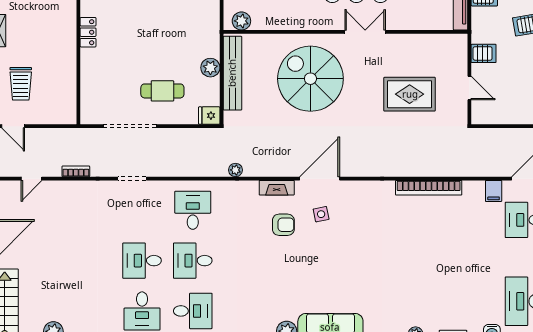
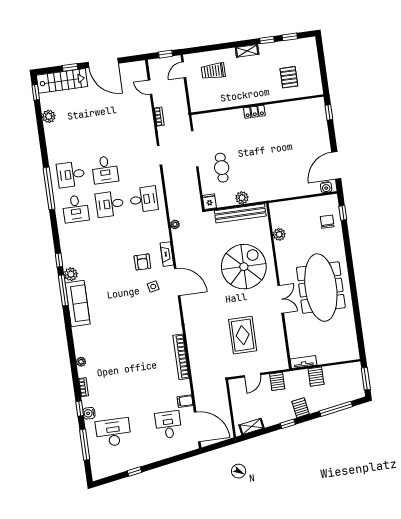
plant: (241, 21) -> (279, 234), moved
desk: (142, 261) -> (105, 170), turned 180
desk: (193, 261) -> (110, 204), turned -90

